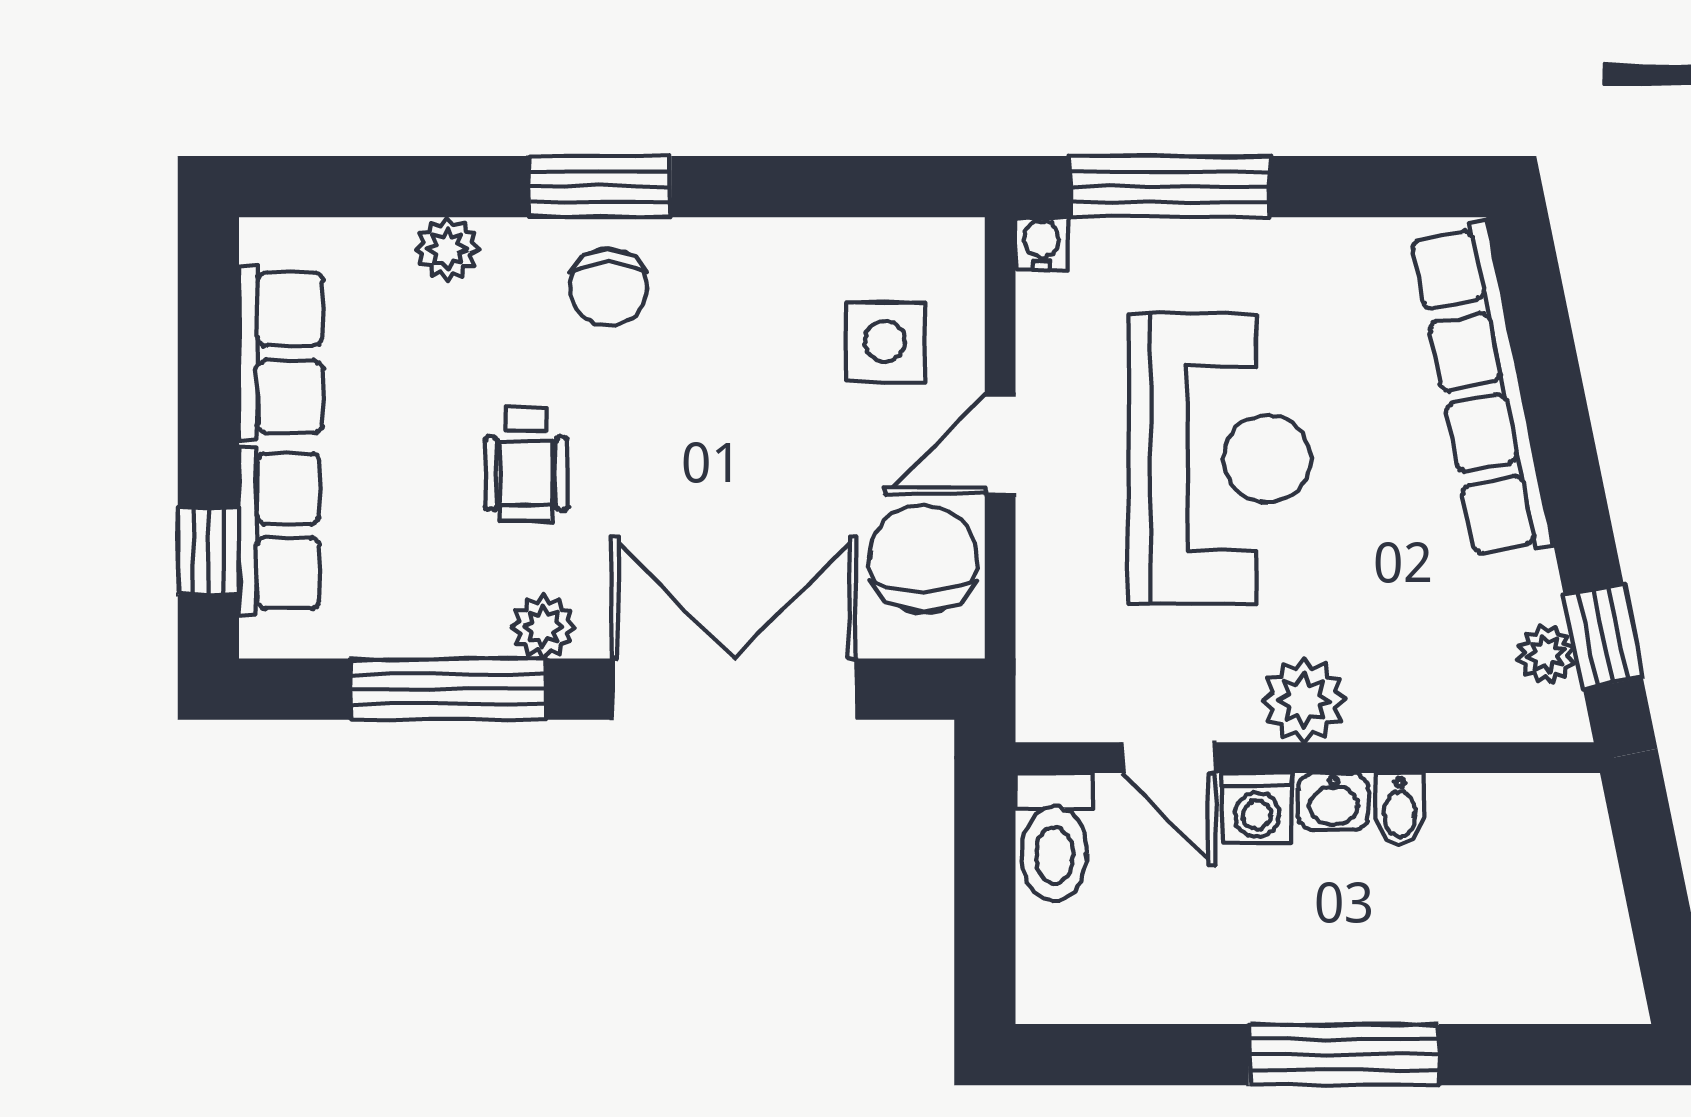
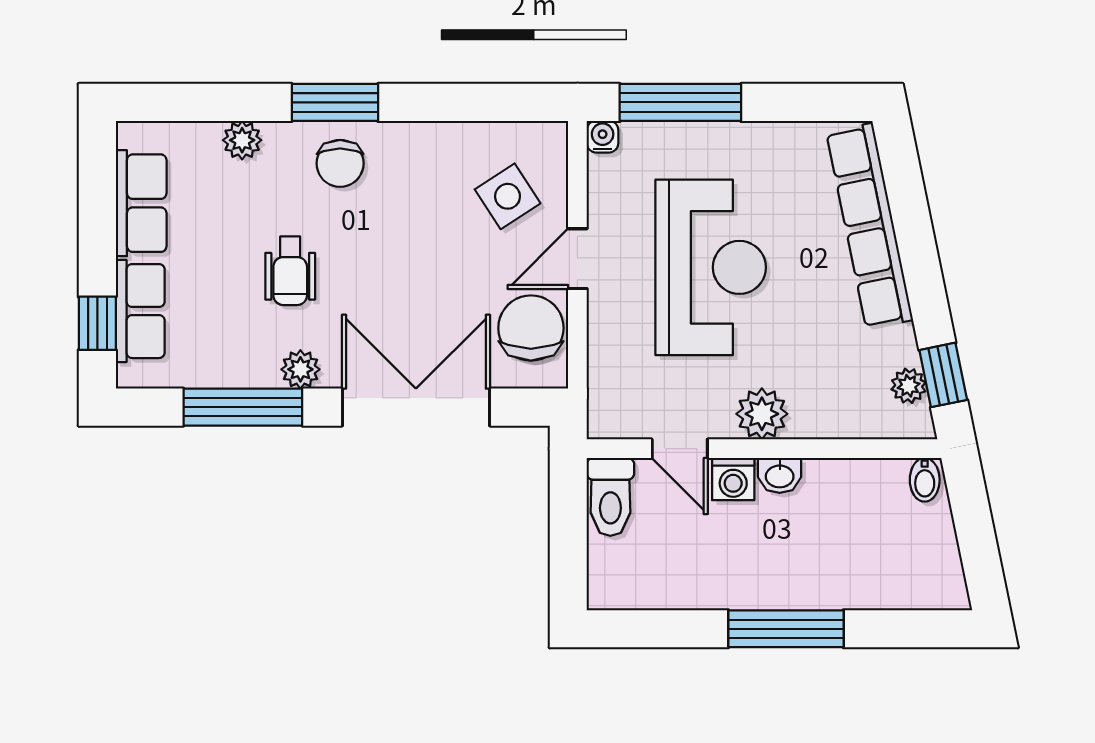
side table: (885, 342) -> (508, 196), turned -33
bidet: (1400, 809) -> (925, 480), moved

